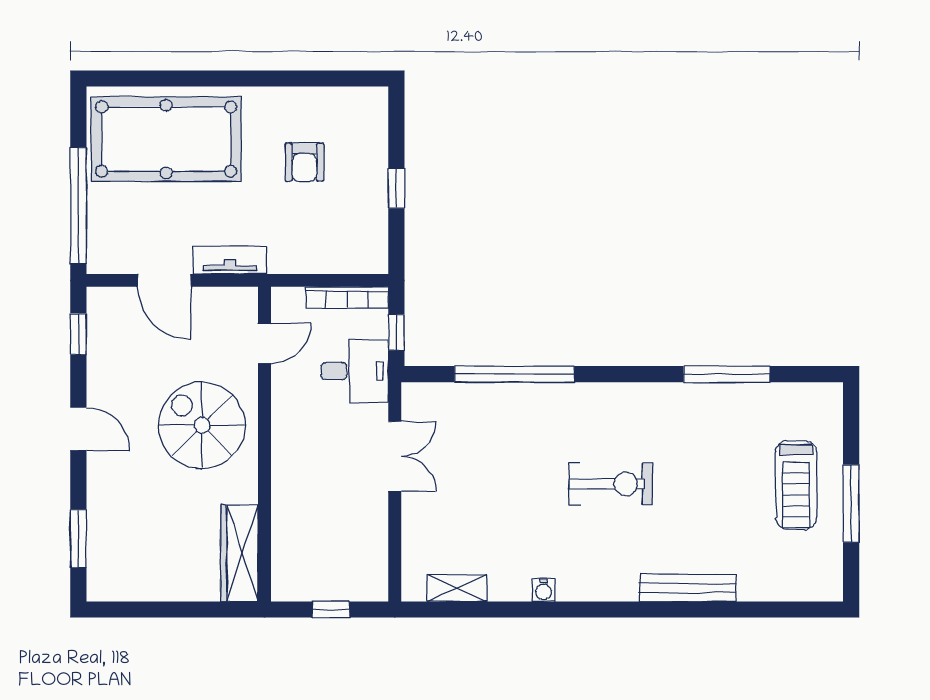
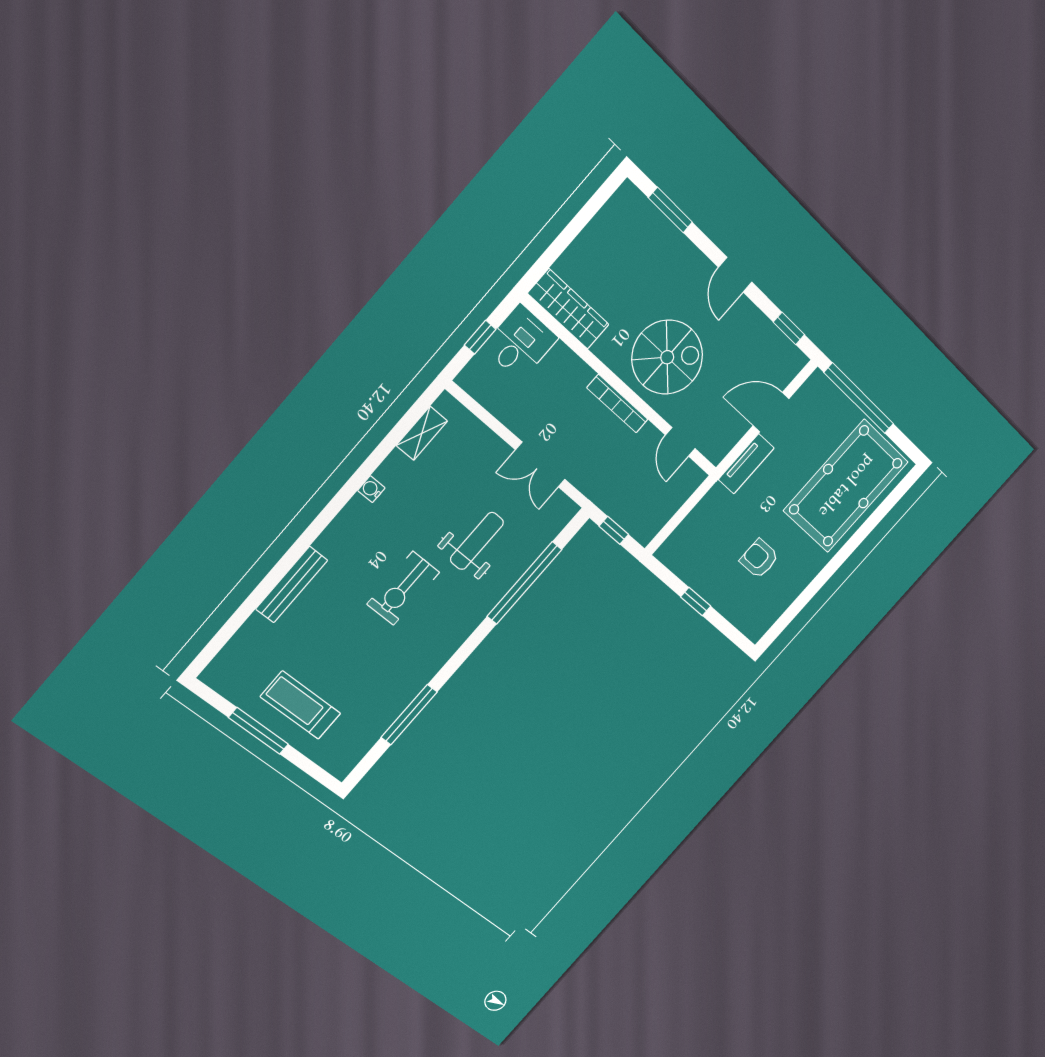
bookcase: (347, 297) -> (617, 404), moved, turned -90
desk: (355, 371) -> (520, 342), moved, turned 180
door: (78, 429) -> (735, 275), hinge flipped
weight bench: (512, 454) -> (477, 541), added

